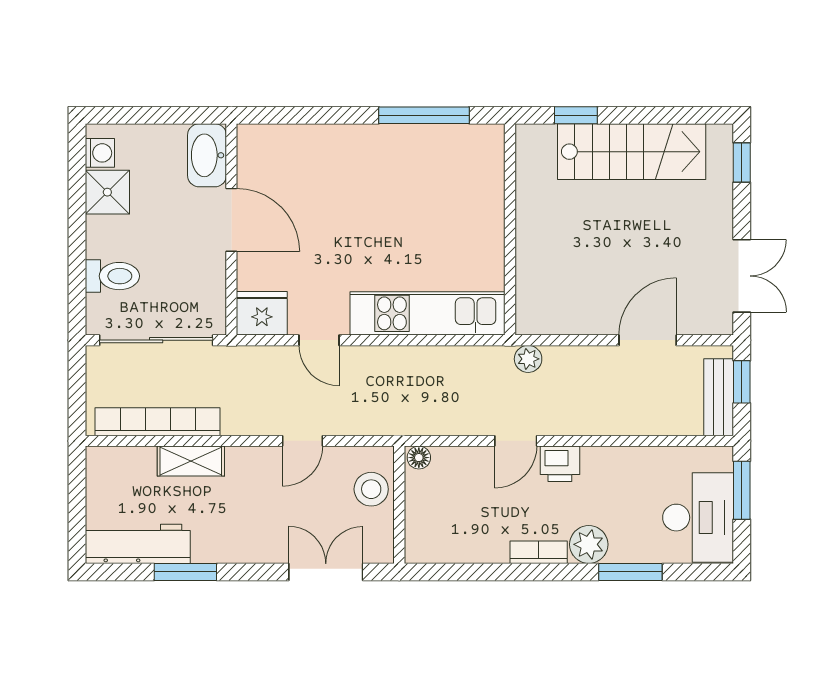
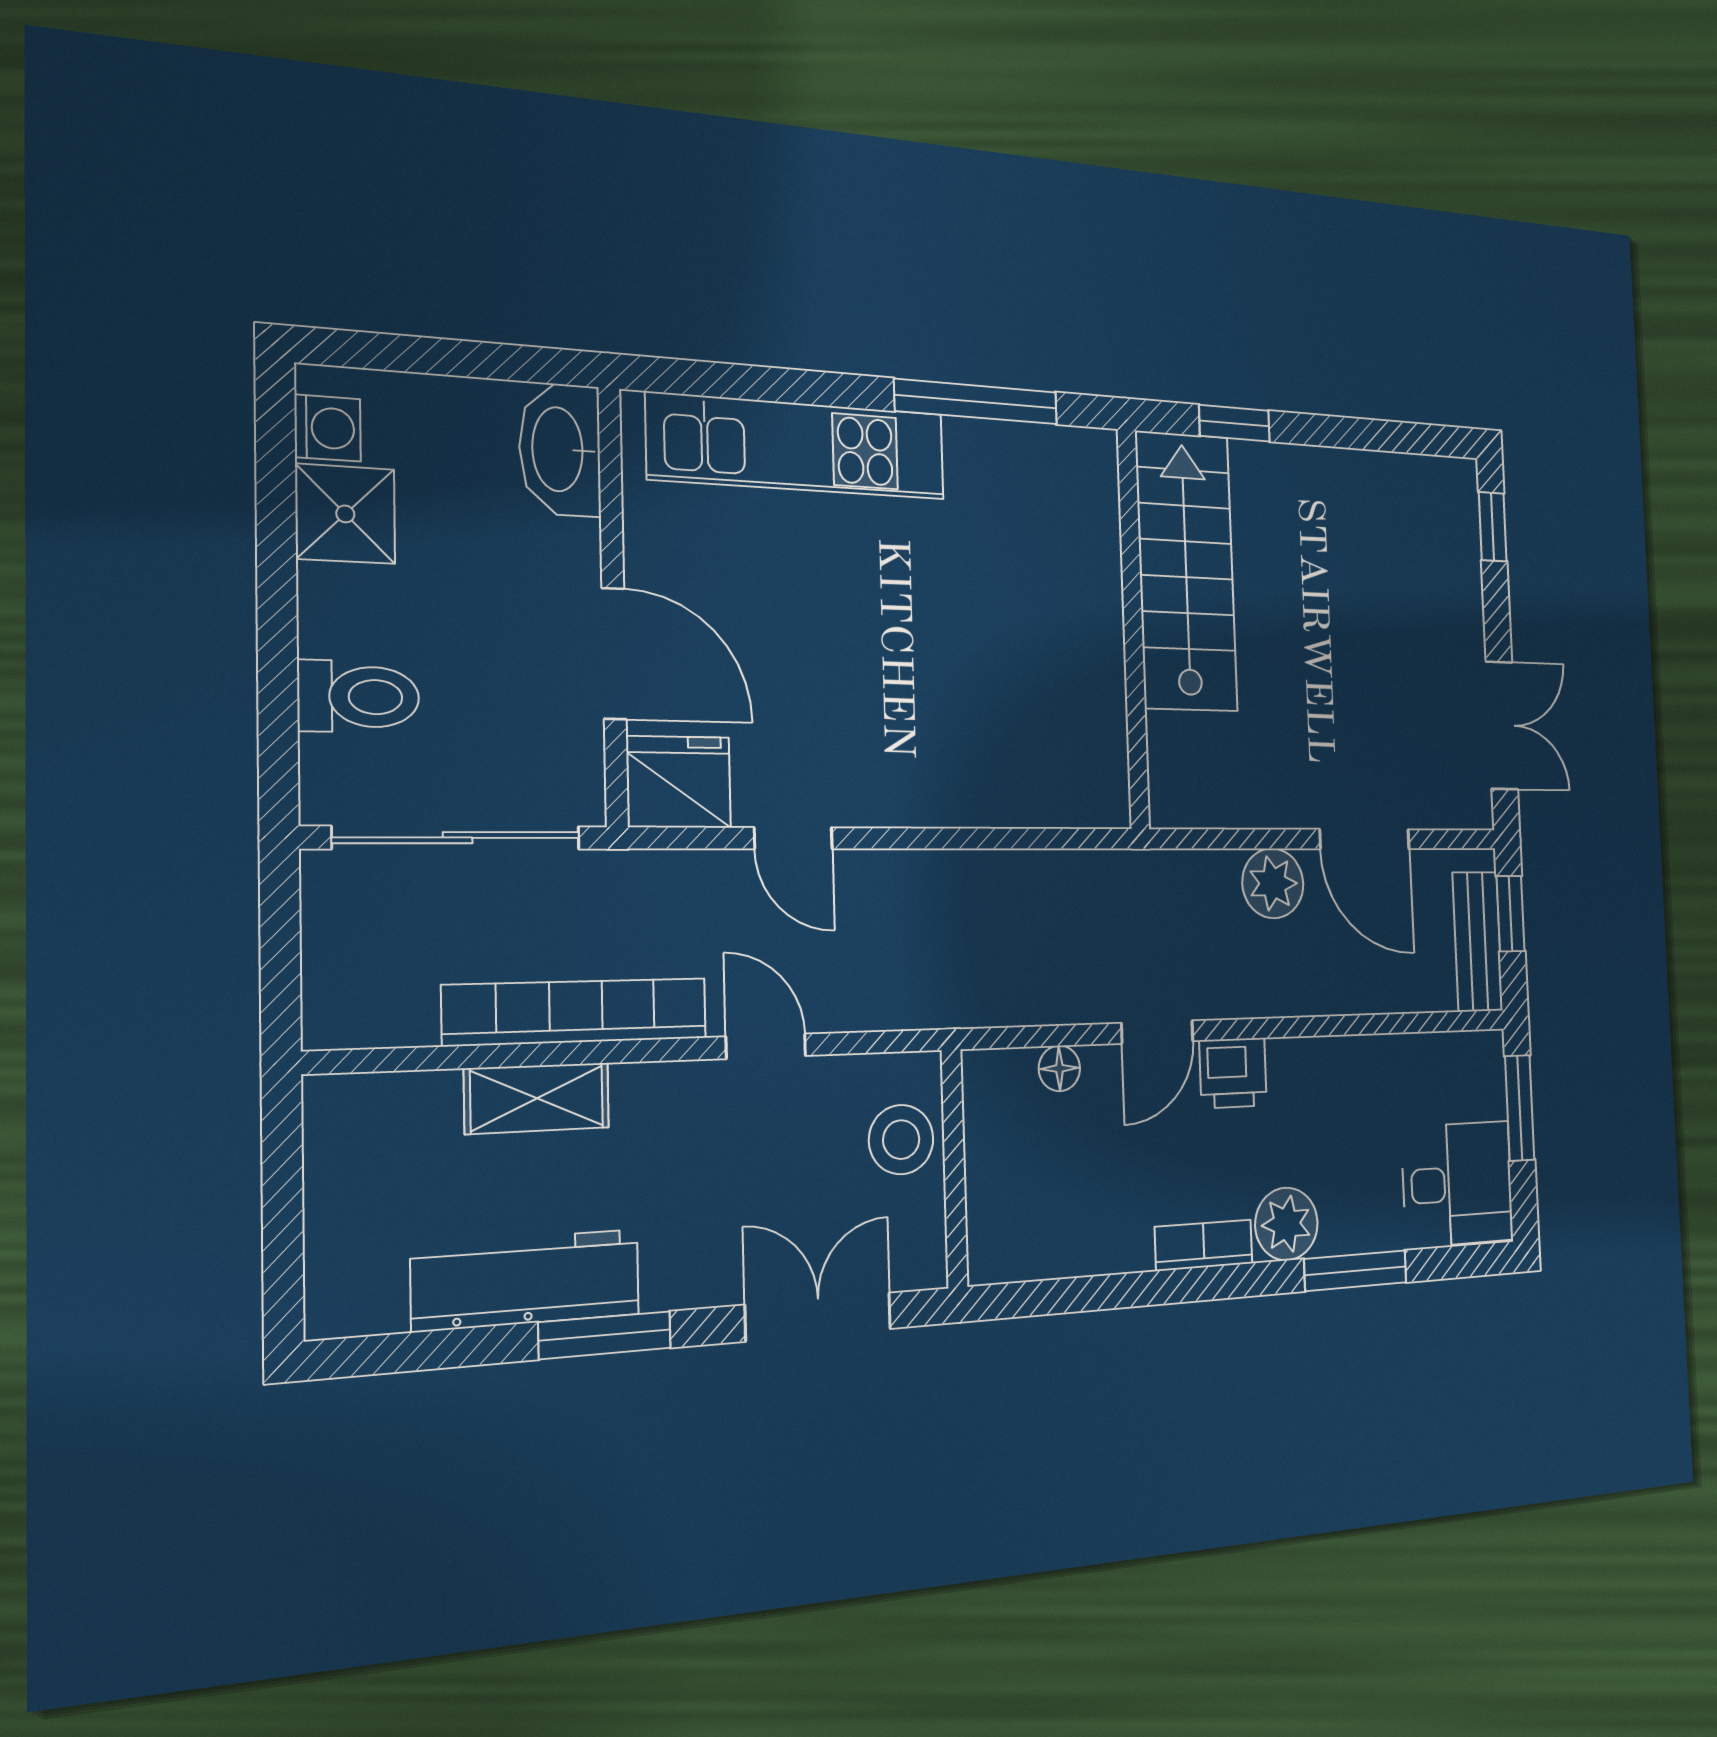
stairs: (632, 152) -> (1186, 571), moved, turned -90
door: (231, 220) -> (614, 654), moved
kitchen unit: (428, 313) -> (798, 446), moved, turned 180
door: (648, 340) -> (1365, 839), swing flipped
plant: (528, 359) -> (1273, 883), moved, width x1.38, depth x1.38
bookcase: (158, 422) -> (576, 1012), moved
door: (302, 441) -> (766, 1046), swing flipped
floor lamp: (419, 458) -> (1059, 1068), moved
desk: (698, 518) -> (1457, 1184), width x0.73
workbench: (138, 544) -> (526, 1280), moved
window: (185, 572) -> (605, 1335), moved

